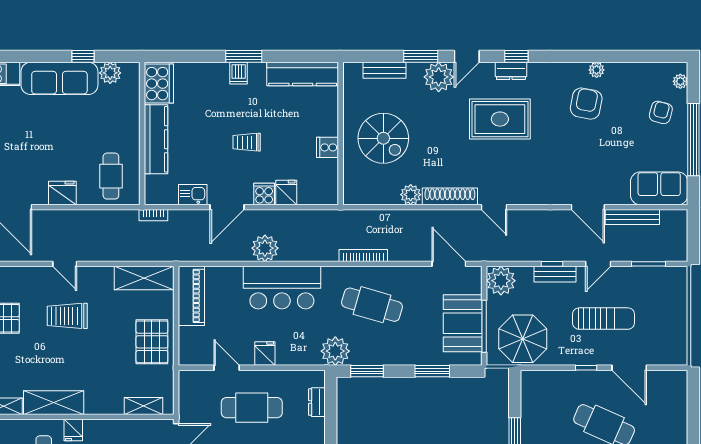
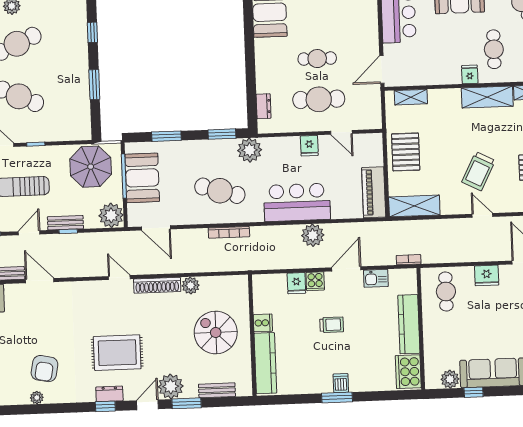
kitchen counter: (303, 74) -> (265, 363), moved, turned 90
trolley: (67, 316) -> (478, 171), turned 117

